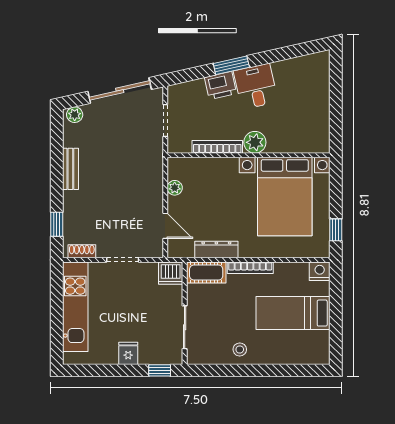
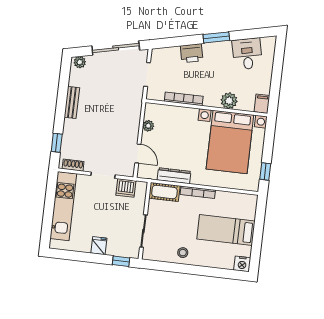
window: (231, 65) -> (216, 37), moved
desk: (256, 86) -> (247, 54), moved
filing cabinet: (321, 141) -> (262, 104), added
plant: (255, 142) -> (229, 101), moved
nightstand: (320, 271) -> (242, 264), moved, turned 180
dishwasher: (171, 273) -> (126, 188), moved

